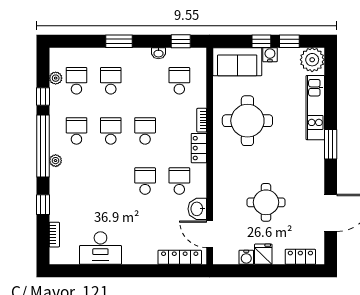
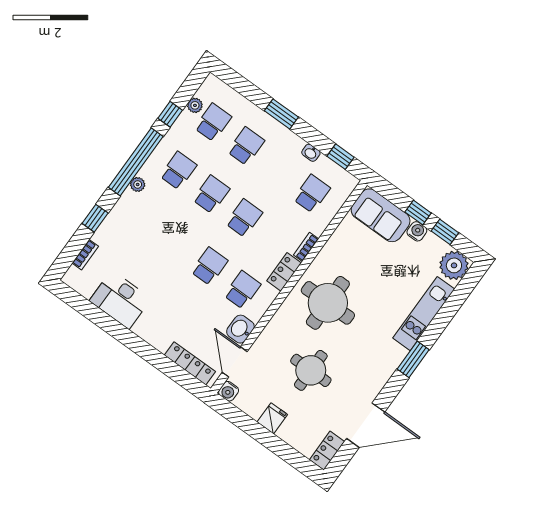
round table: (247, 121) -> (328, 303), moved
water cooler: (246, 257) -> (229, 391), moved
locker: (300, 257) -> (327, 451), moved, turned -90

